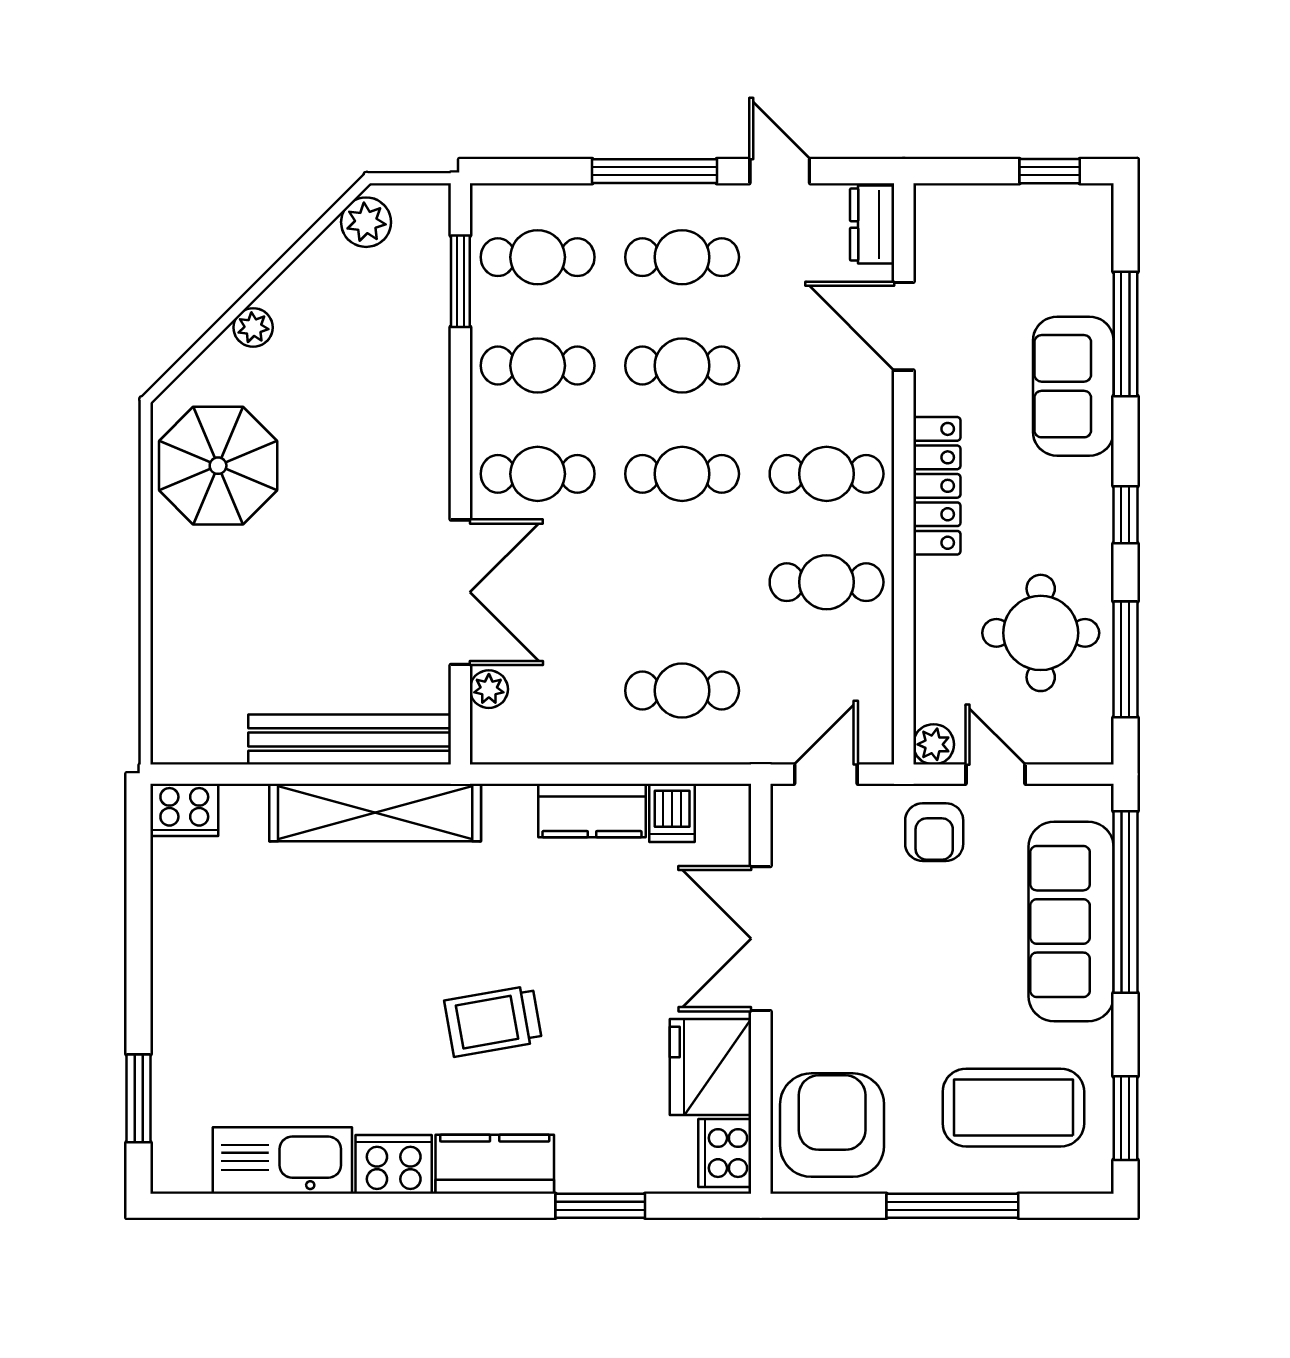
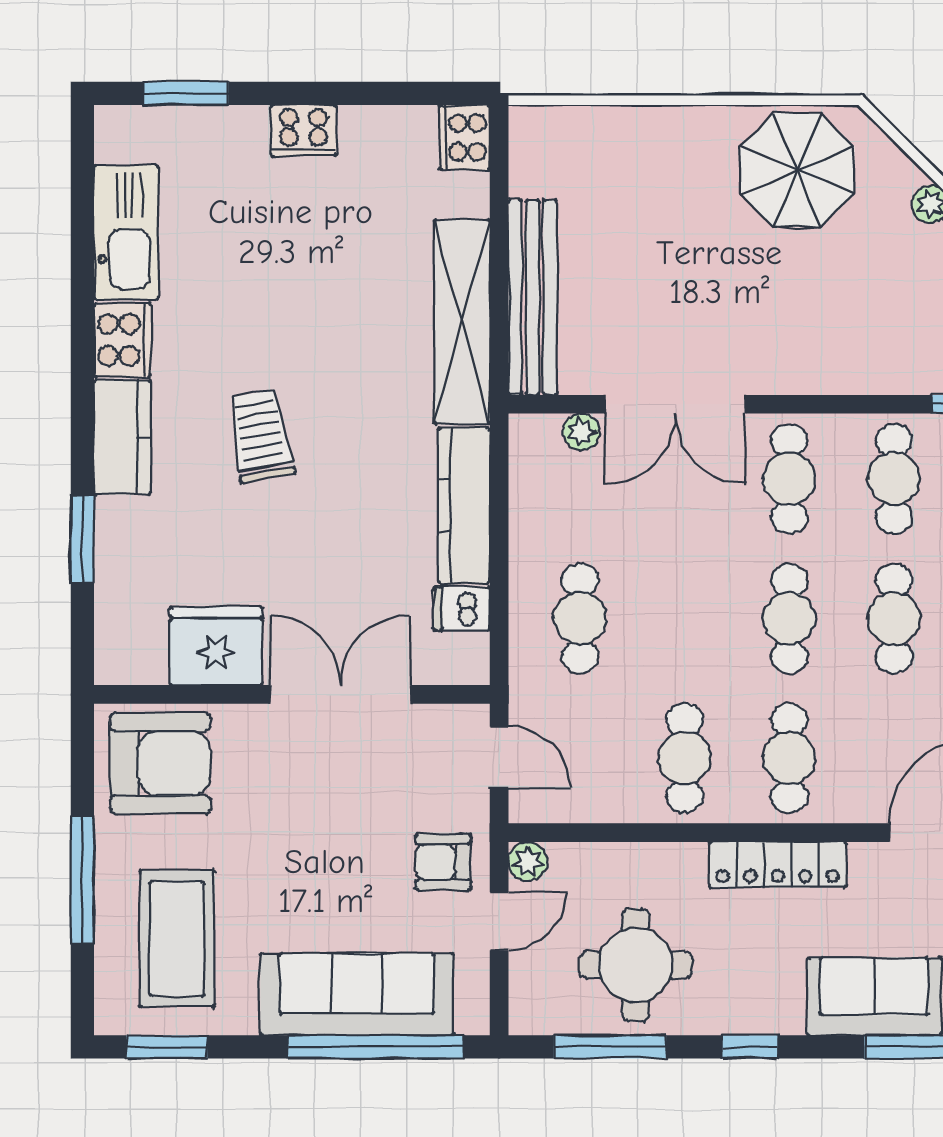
kitchen counter: (592, 811) -> (464, 506), width x1.50
cooker: (725, 1153) -> (303, 130), moved, turned 180

